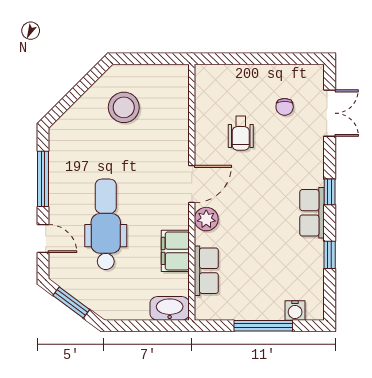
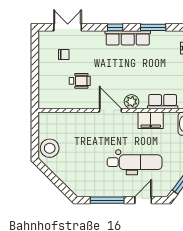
stool: (124, 107) -> (50, 148), moved
row of seats: (312, 213) -> (128, 38), width x1.48
dental chair: (106, 224) -> (135, 162), turned 180
window: (330, 255) -> (153, 27), width x1.50

